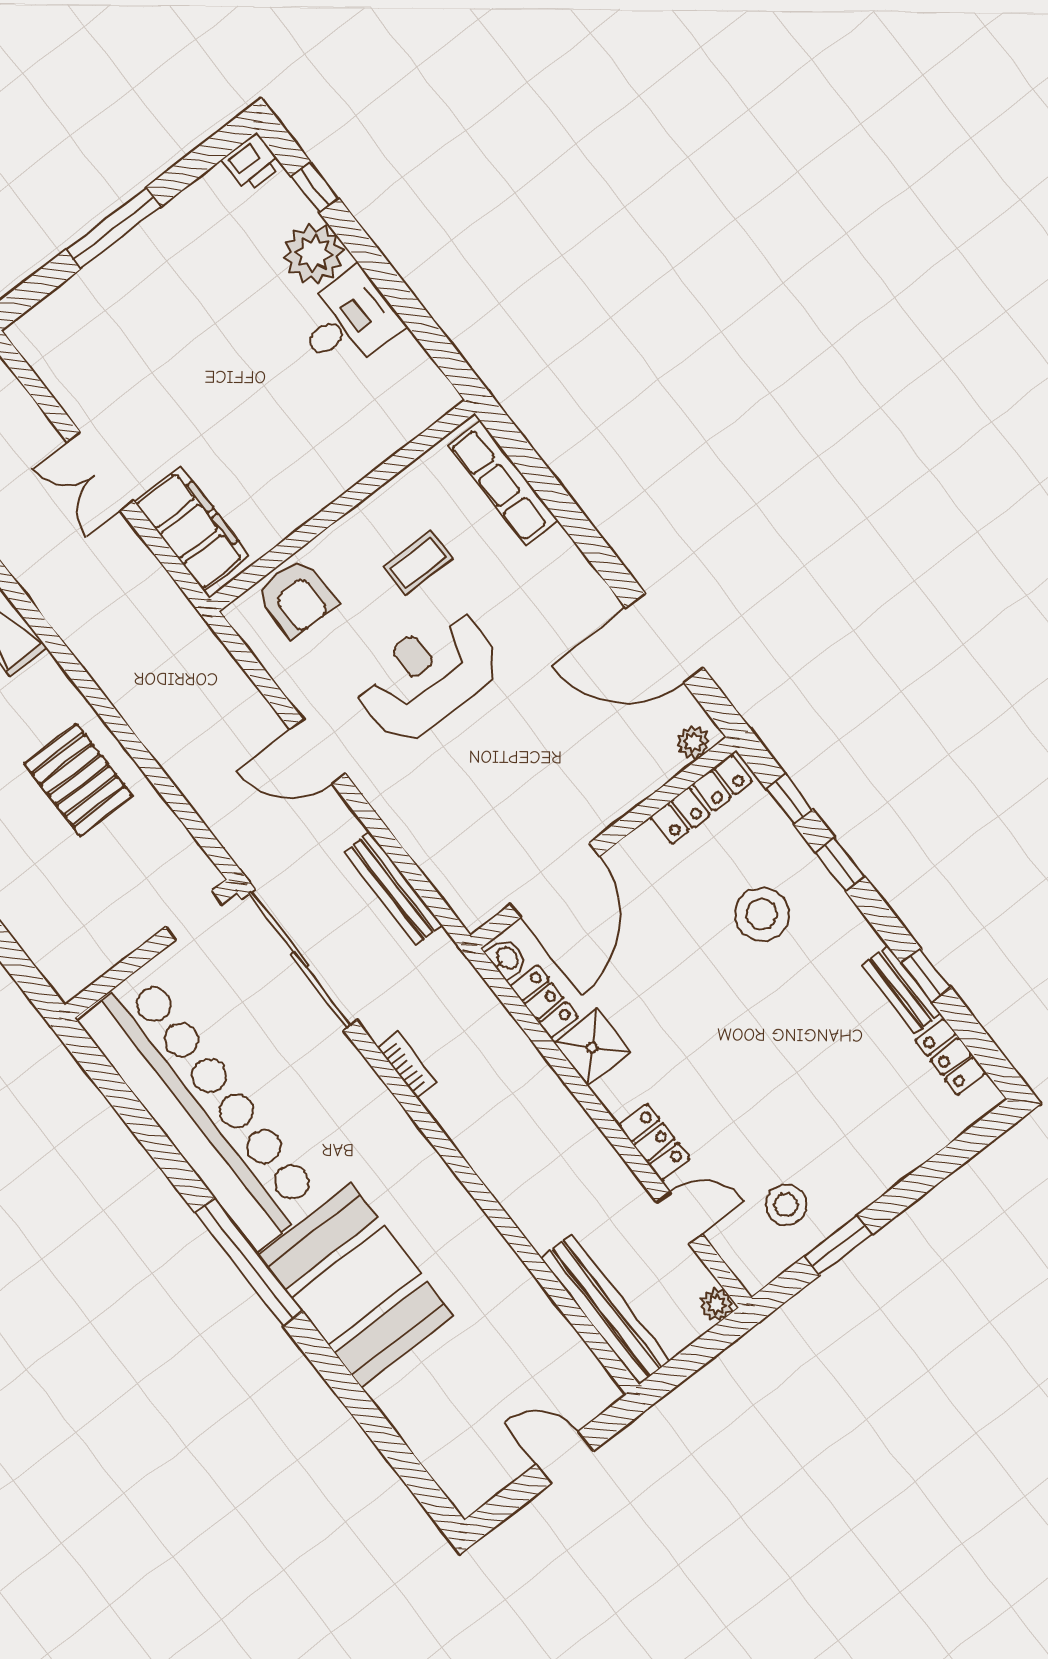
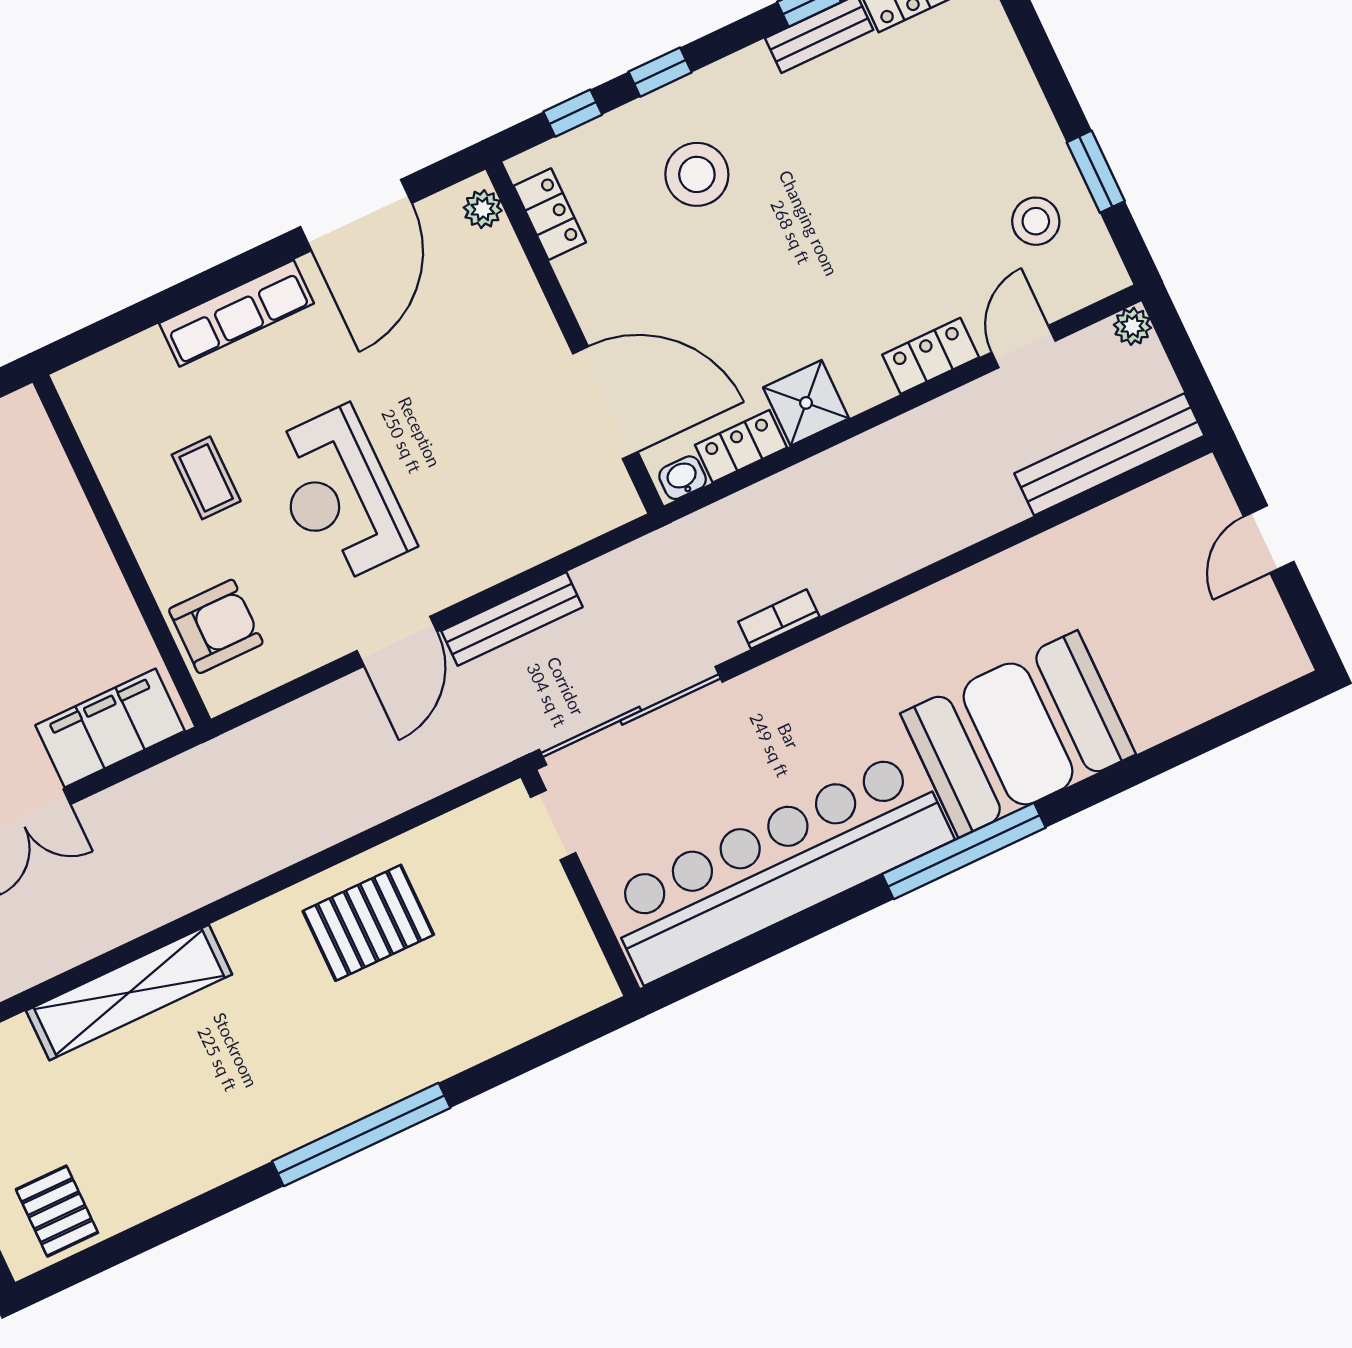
row of seats: (503, 482) -> (237, 313), moved
locker: (701, 799) -> (550, 214), width x0.66
bench: (393, 888) -> (512, 619), moved

